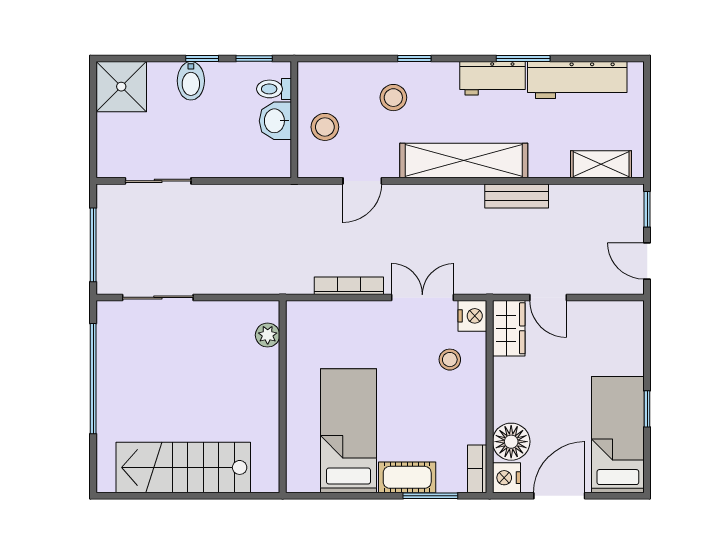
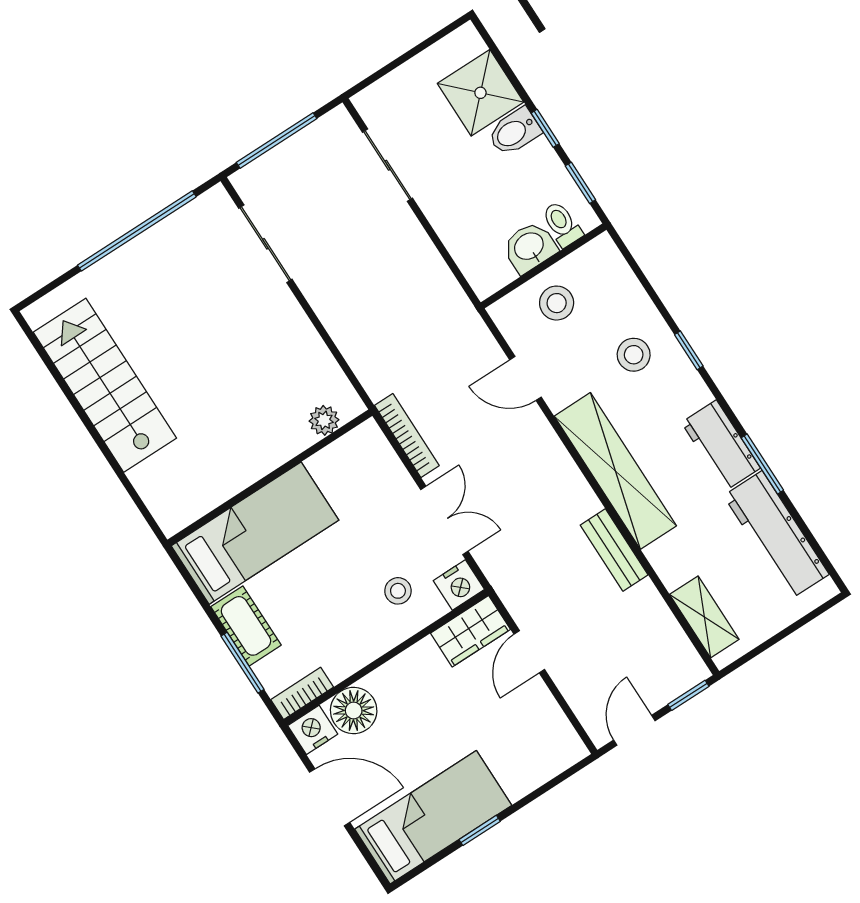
shower: (121, 87) -> (480, 93), moved
plant: (268, 335) -> (324, 420), moved
wall: (283, 397) -> (270, 478), moved

